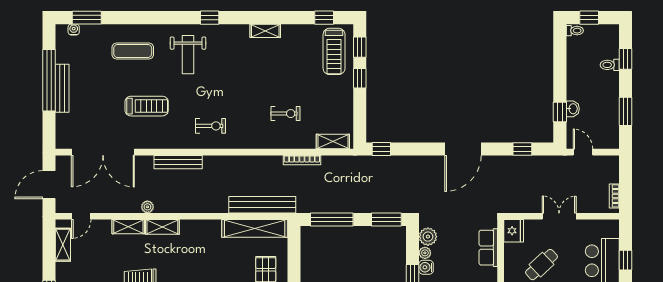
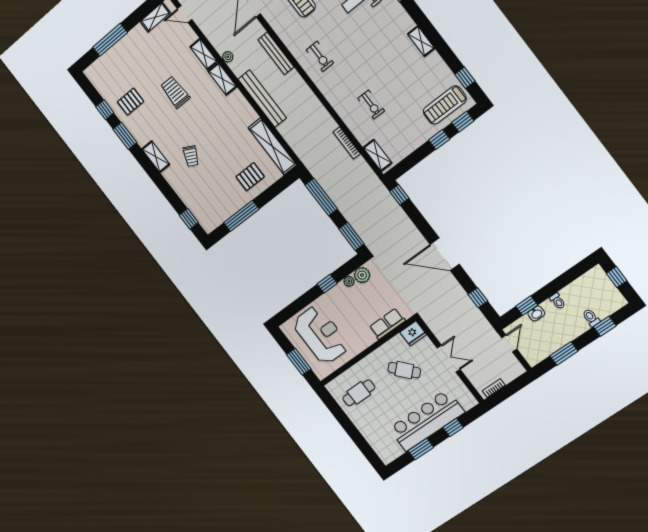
toilet: (575, 31) -> (558, 301), moved
bench: (262, 205) -> (262, 99), moved
water cooler: (426, 267) -> (340, 290), removed

